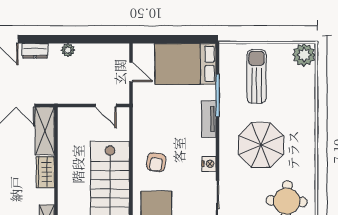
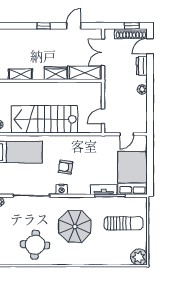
tv unit: (209, 119) -> (104, 189), moved
armchair: (156, 162) -> (65, 167), moved

